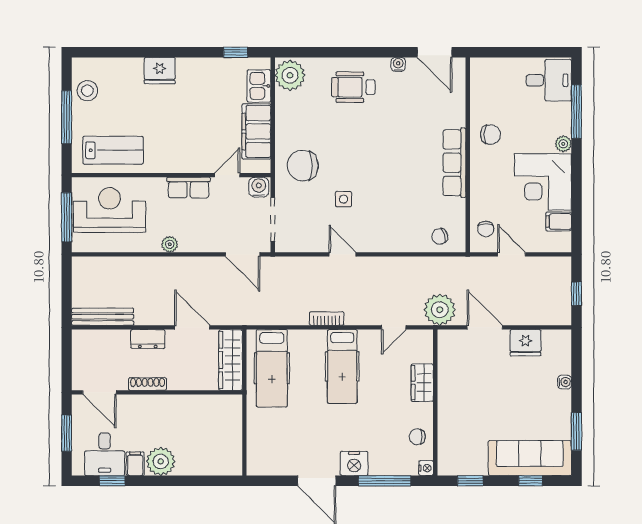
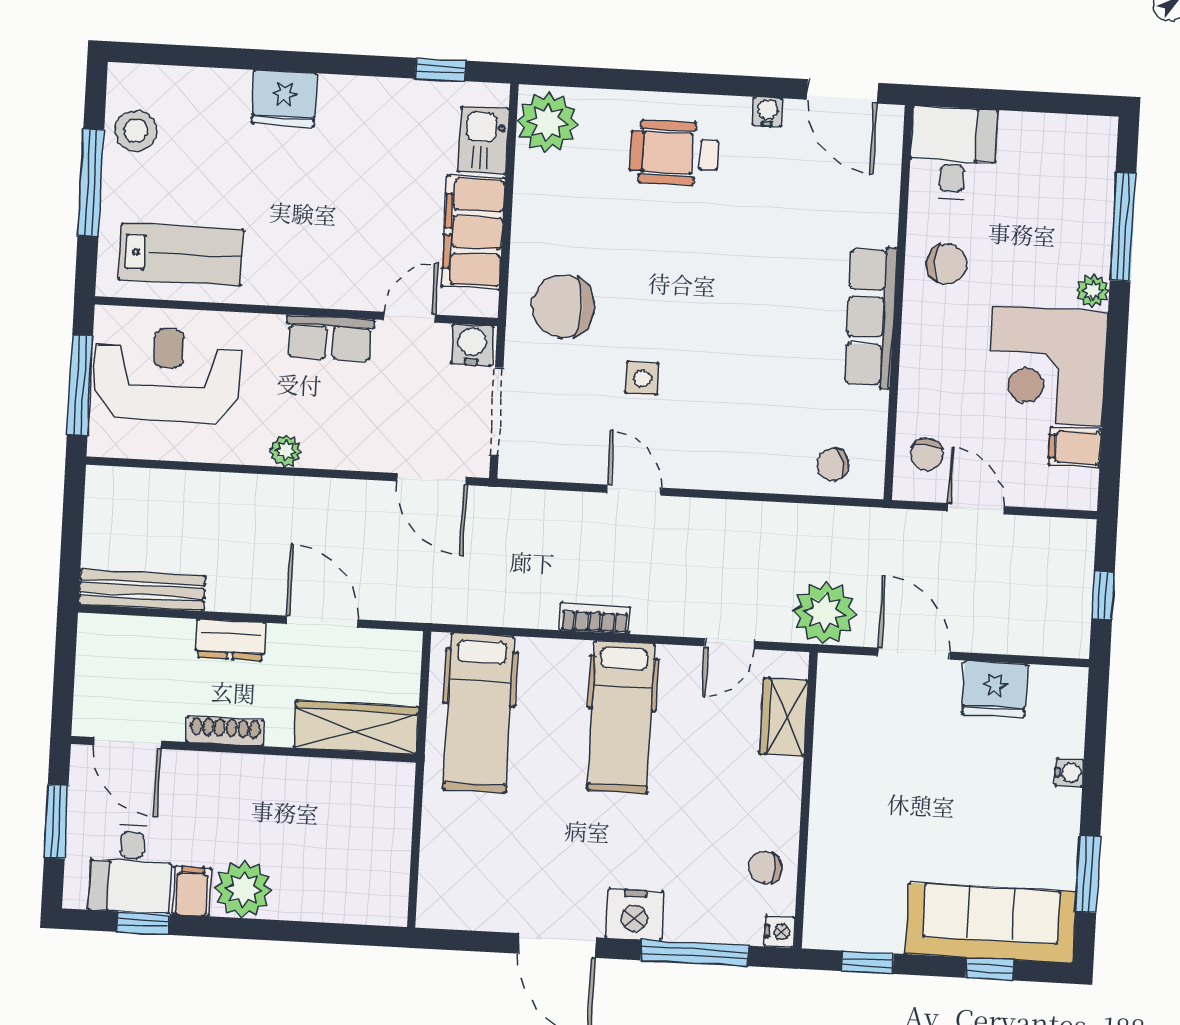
desk: (549, 80) -> (953, 153), moved, turned -90
wardrobe: (231, 360) -> (356, 727), moved, turned 90
wardrobe: (422, 383) -> (784, 717), moved

